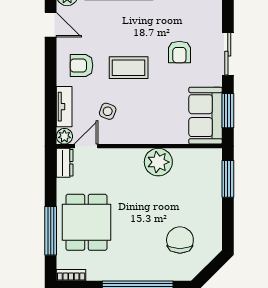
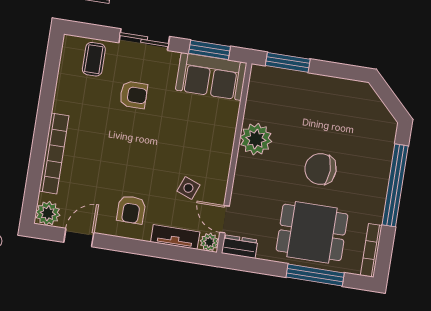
coffee table: (129, 68) -> (94, 59), moved, width x0.73, depth x0.77
chair: (180, 240) -> (320, 169), moved
bookcase: (71, 275) -> (371, 250), width x1.56

